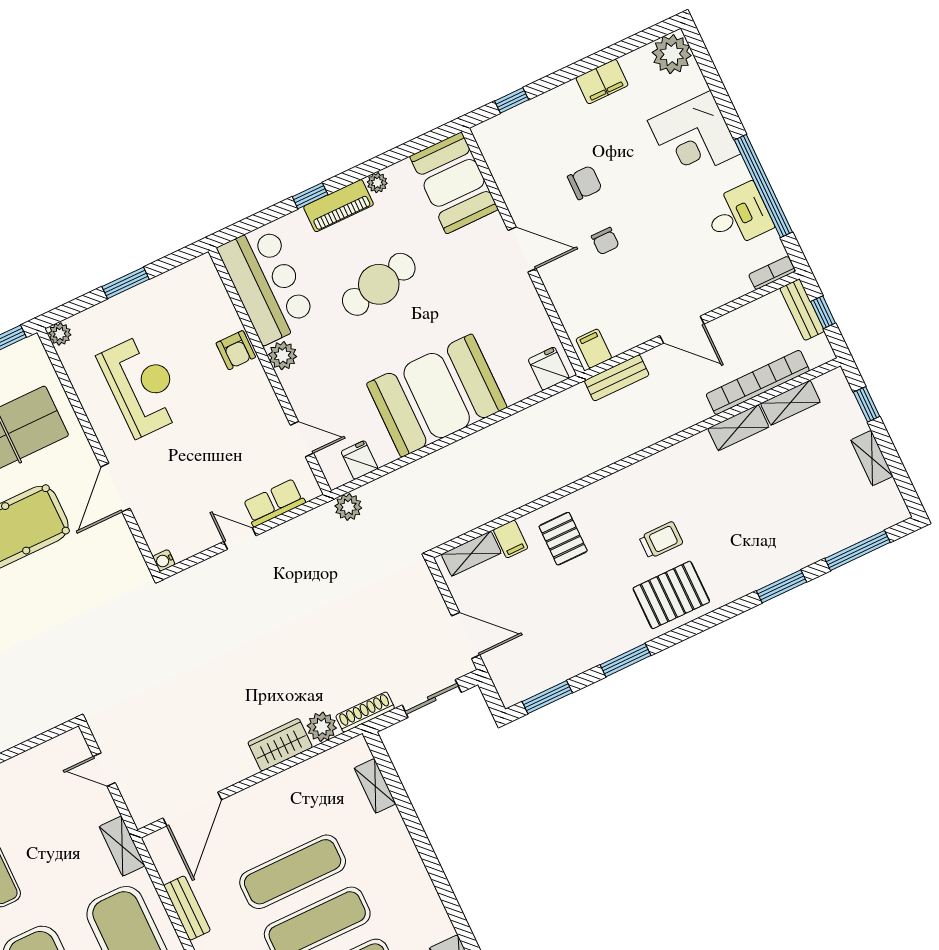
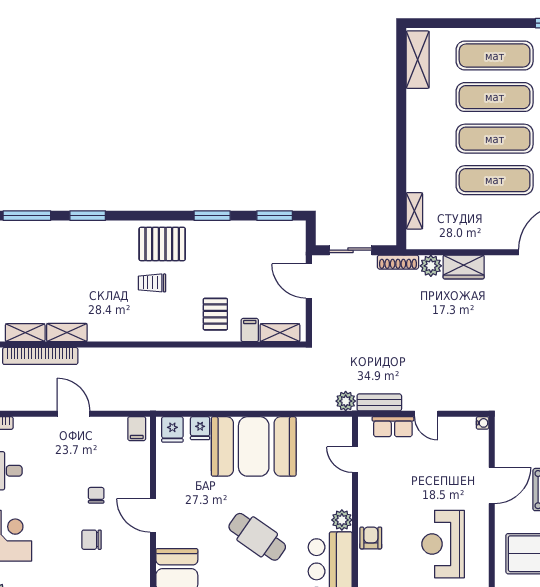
cafe table: (379, 284) -> (257, 537), turned 47
bench: (617, 378) -> (379, 402), moved
fridge: (359, 460) -> (200, 428), moved

